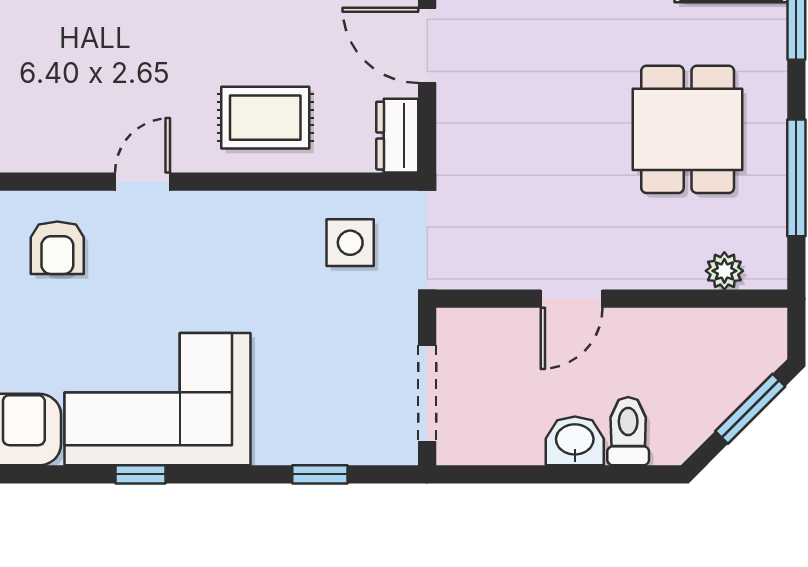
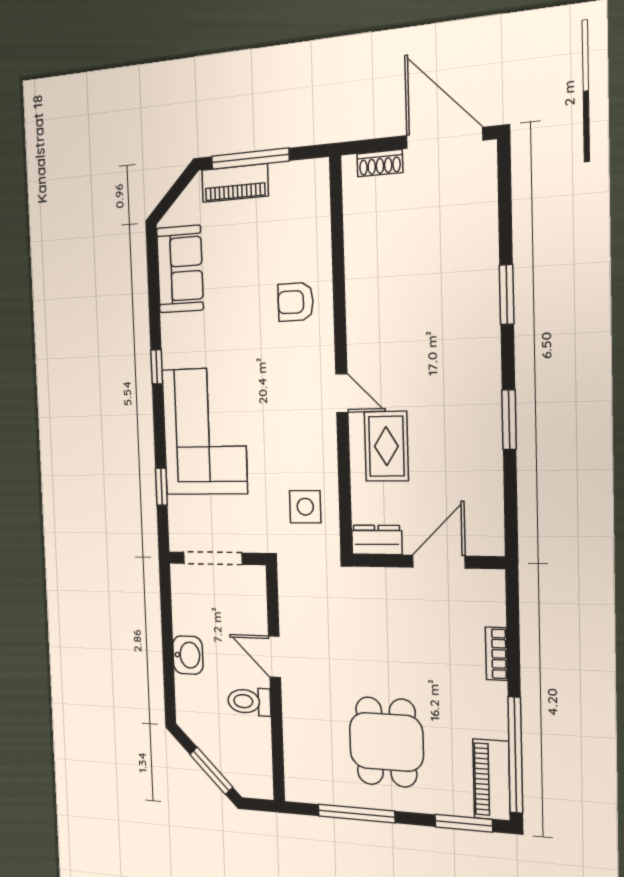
dining table: (688, 129) -> (386, 742), turned 90
door: (143, 182) -> (342, 393), moved
plant: (724, 271) -> (295, 760), removed
corner sofa: (157, 399) -> (205, 431), moved
toilet: (628, 431) -> (249, 701), moved, turned 180

